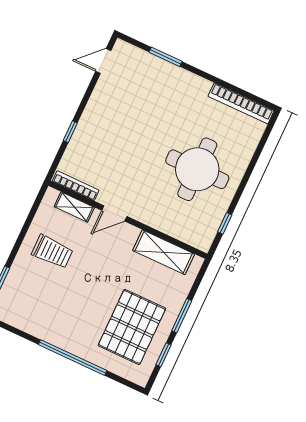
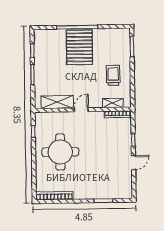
door: (103, 61) -> (133, 163), moved
door: (114, 213) -> (81, 110), moved
trolley: (52, 252) -> (113, 75), turned 90
pallet: (132, 327) -> (79, 47), moved

